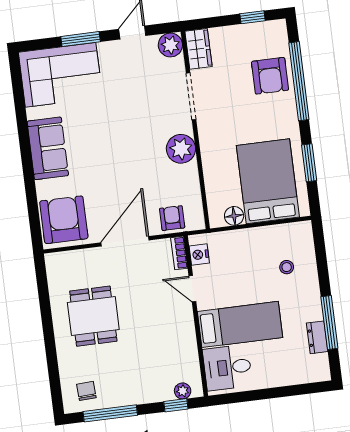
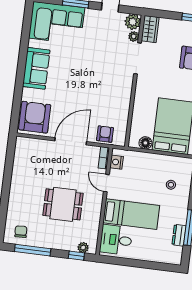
plant: (181, 149) -> (134, 36), moved, width x0.53, depth x0.53
dining table: (93, 316) -> (63, 204), moved, turned 90

